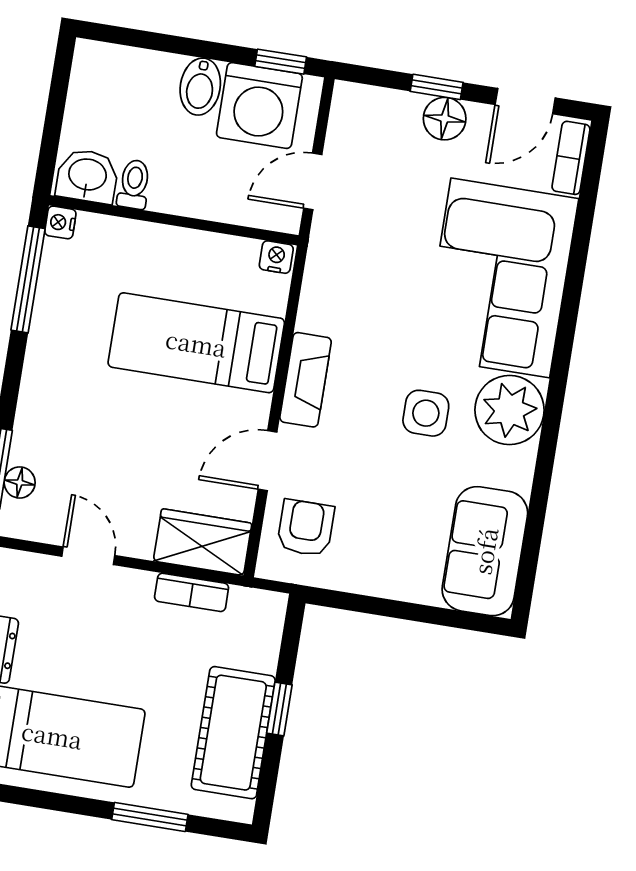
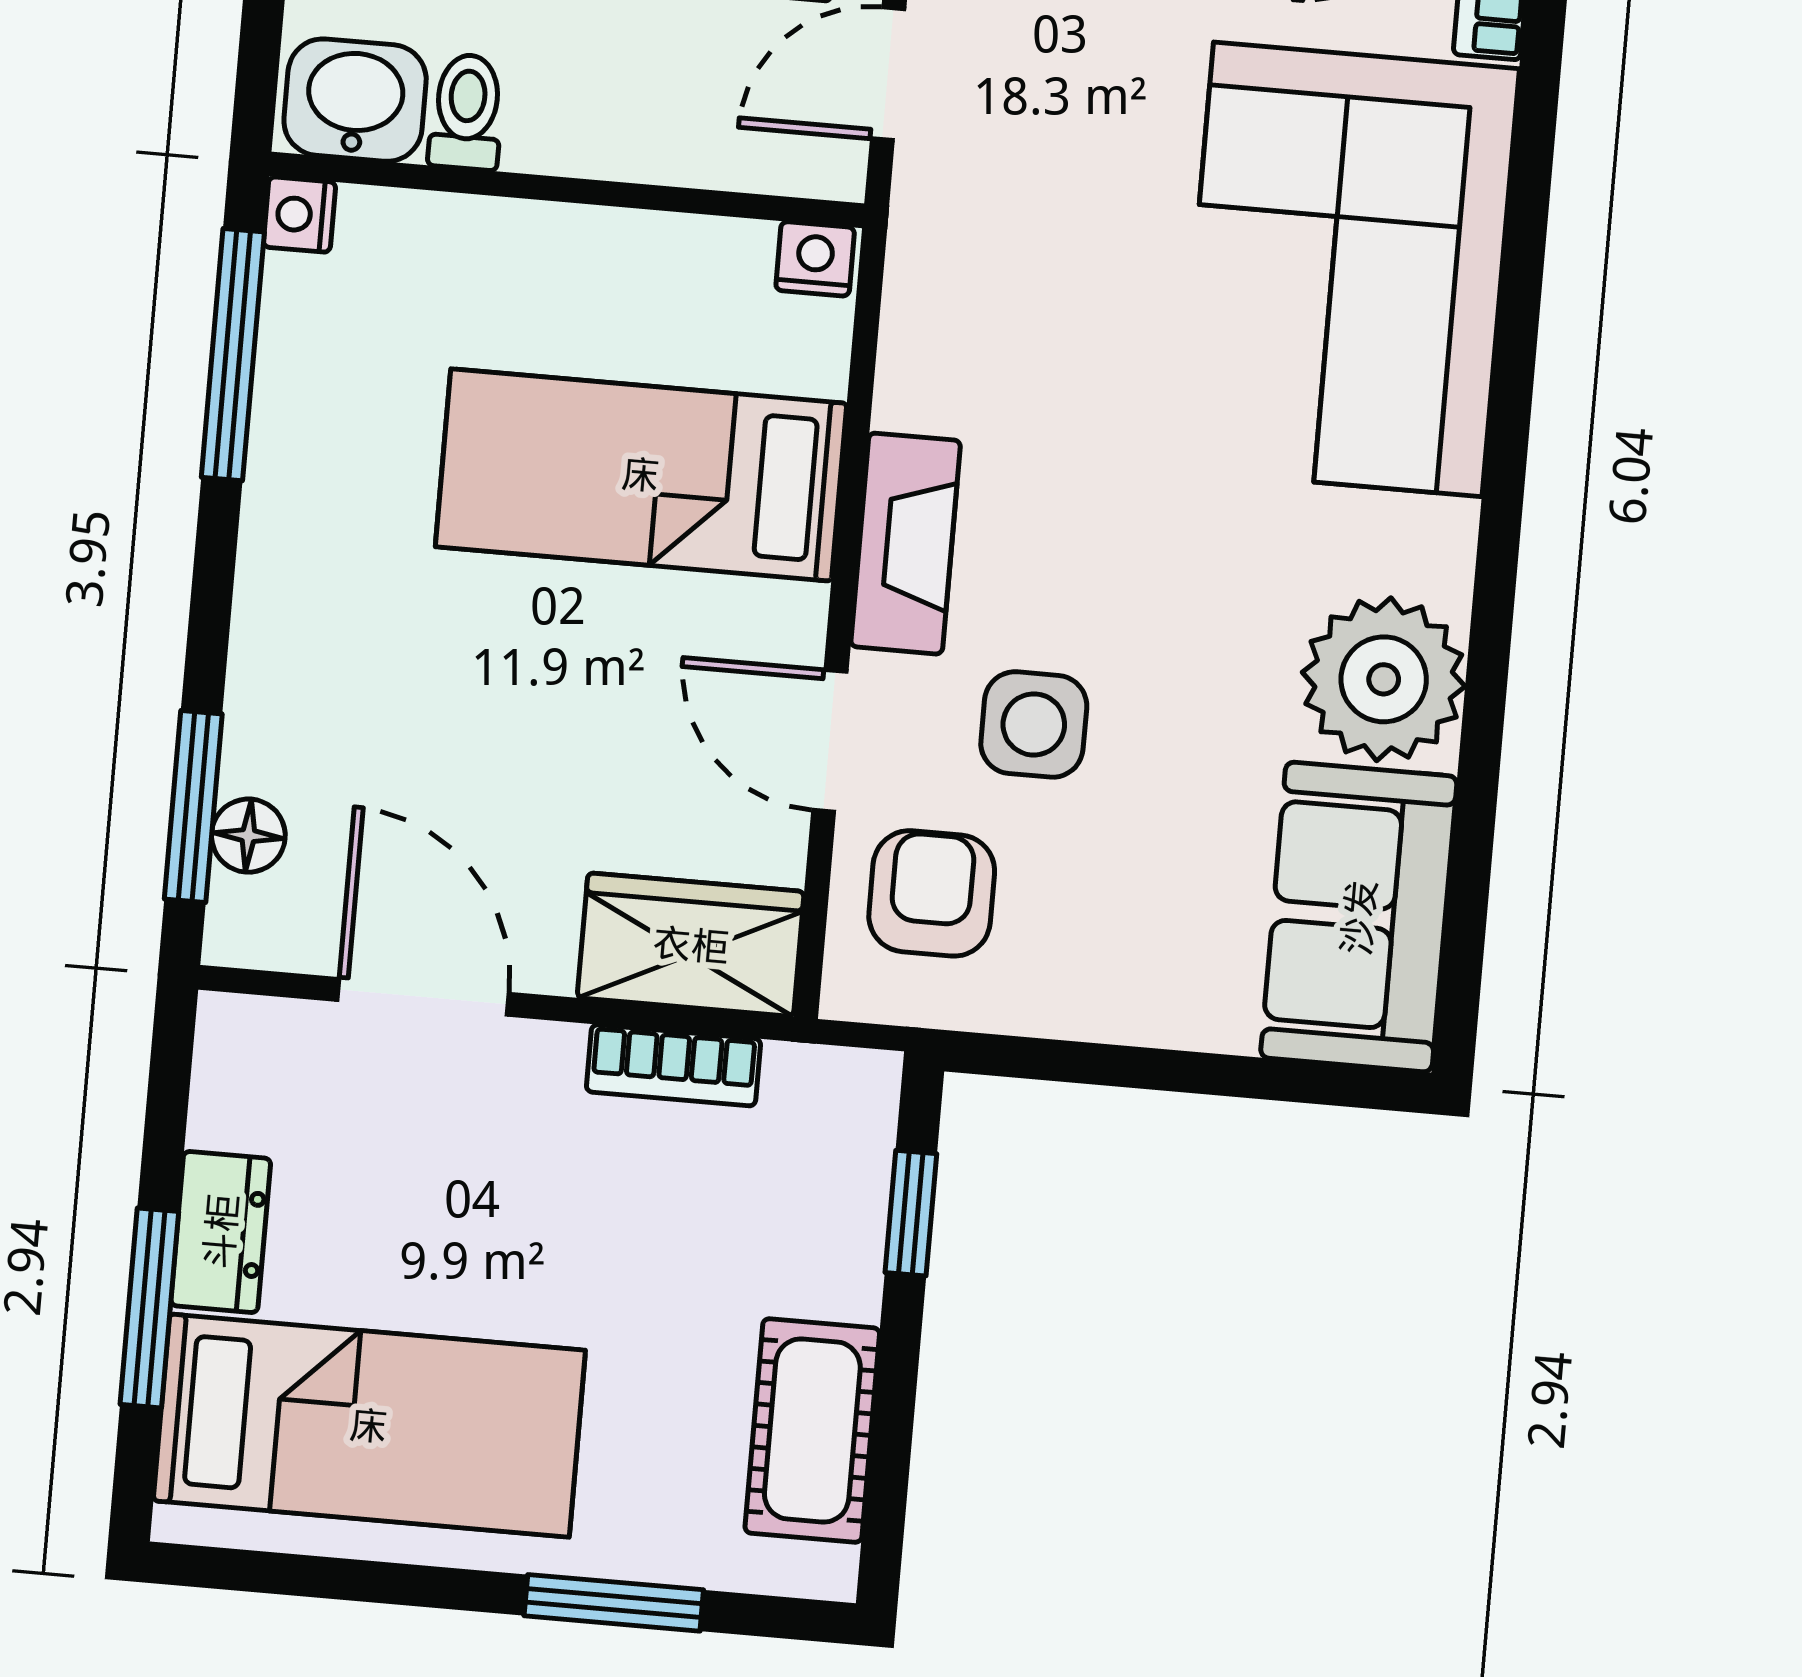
plant: (509, 410) -> (1384, 679), moved
side table: (426, 413) -> (1034, 724), moved
door: (267, 461) -> (830, 741), hinge flipped
door: (88, 556) -> (423, 997), width x1.38
window: (279, 709) -> (911, 1213), moved
cot: (233, 733) -> (812, 1431), width x0.73, depth x0.75

